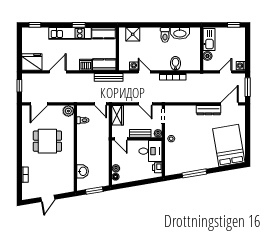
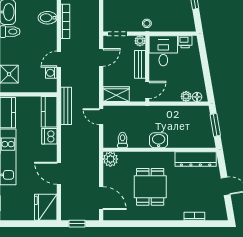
door: (101, 104) -> (101, 117), swing flipped
washbasin: (83, 171) -> (159, 140), moved
dresser: (68, 176) -> (196, 159), added

